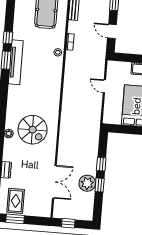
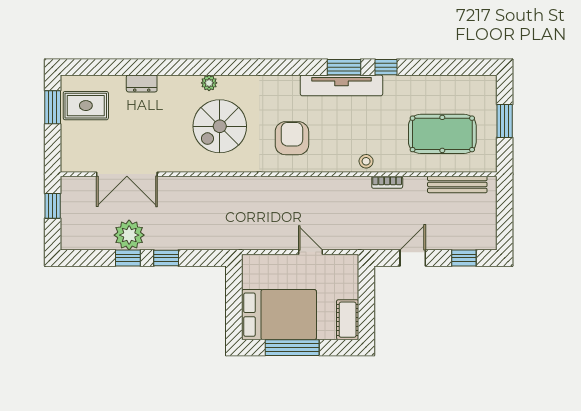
door: (104, 86) -> (310, 252), hinge flipped
armchair: (42, 91) -> (292, 138), added

